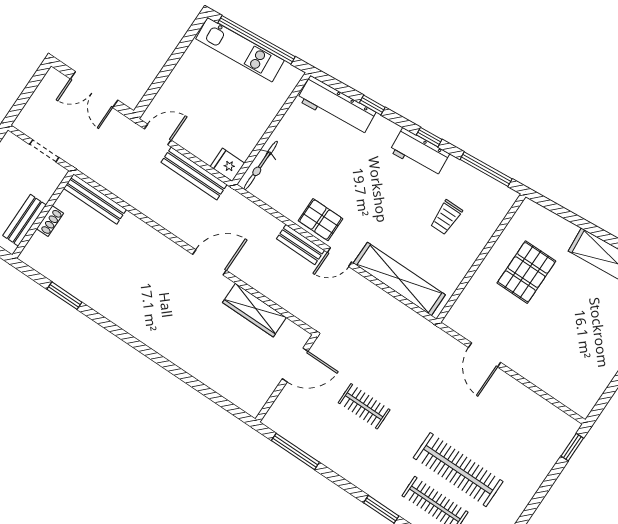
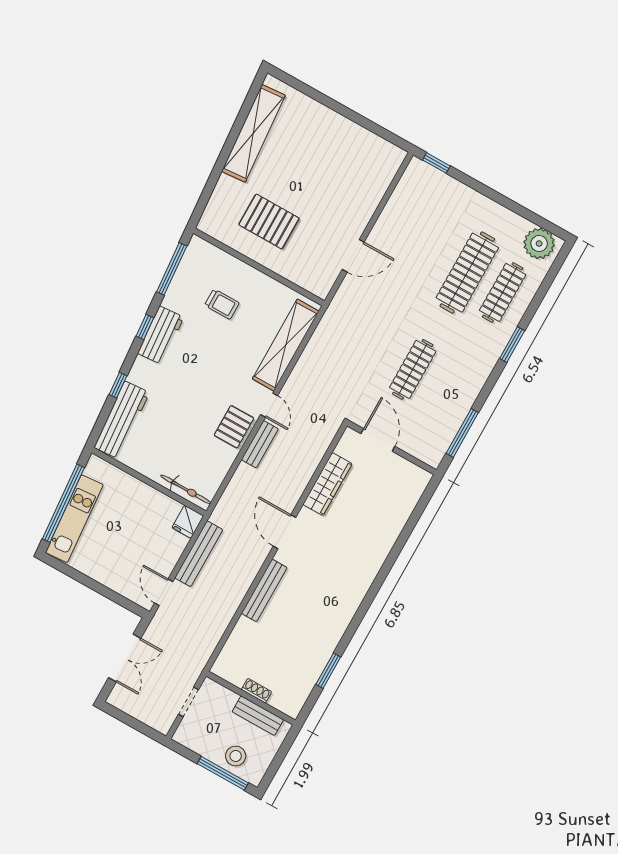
bench: (95, 199) -> (264, 590), moved
clothes rail: (364, 406) -> (413, 369), width x1.36

